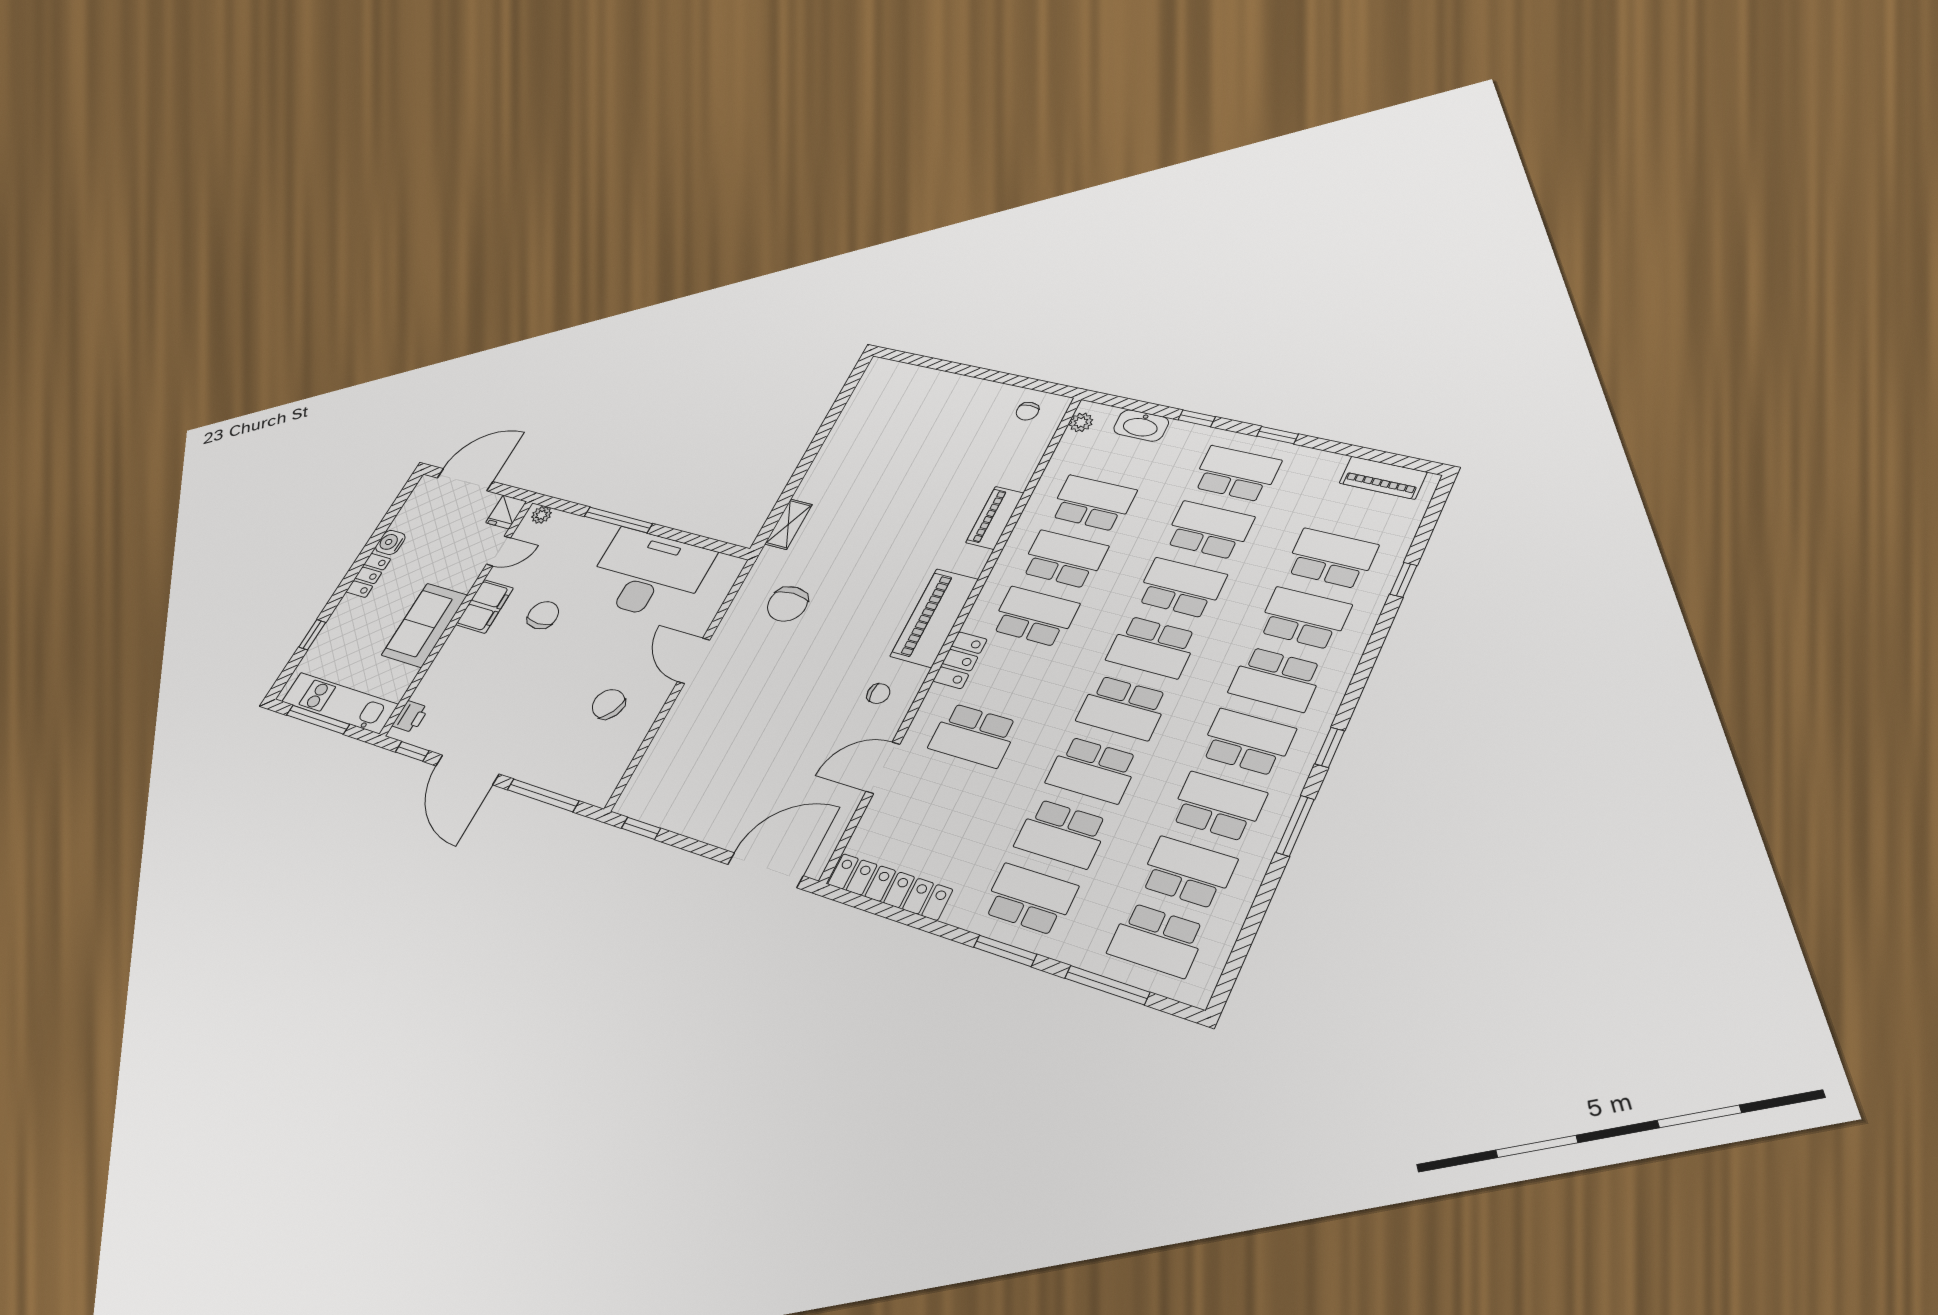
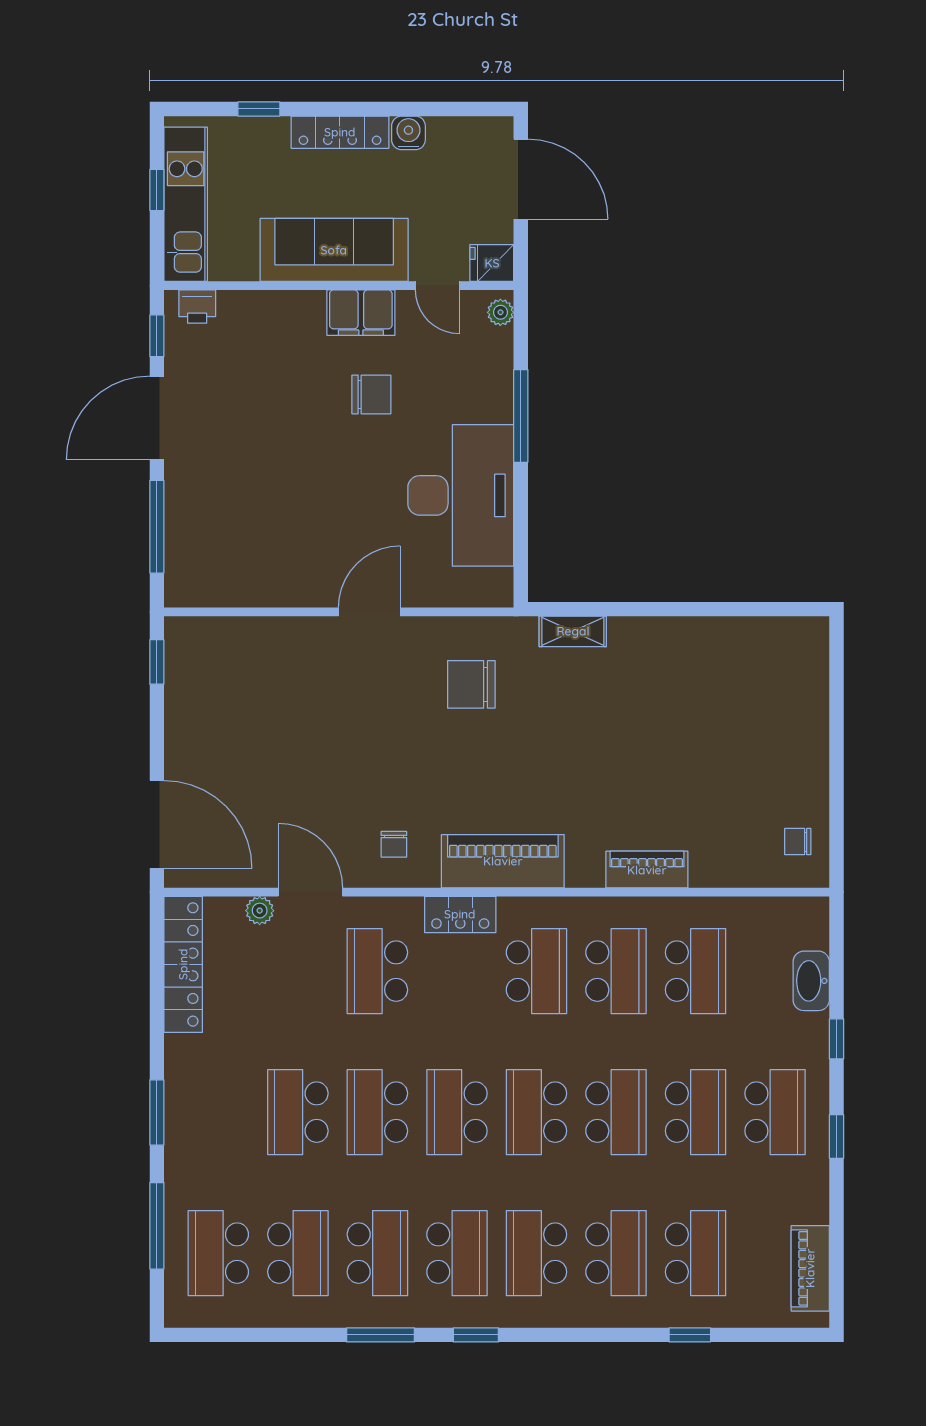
plant: (1081, 422) -> (260, 911), moved
locker: (368, 575) -> (340, 132), width x1.53
sofa: (424, 625) -> (334, 250), width x1.36
chair: (609, 704) -> (287, 541), removed
window: (318, 720) -> (157, 190), width x0.46
school desk: (1030, 899) -> (218, 1112), removed

